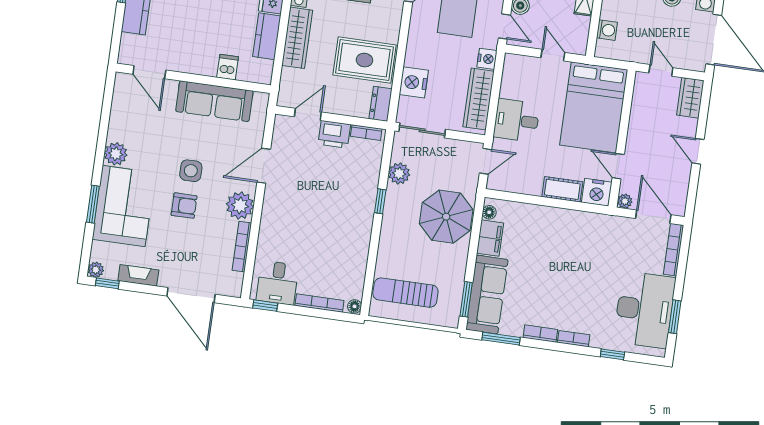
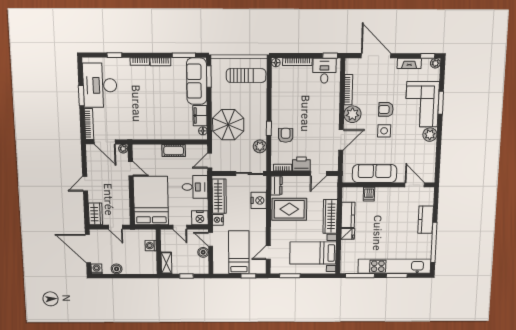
door: (698, 151) -> (85, 184), swing flipped
armchair: (354, 186) -> (286, 135), added
cot: (562, 189) -> (174, 151), moved
nightstand: (597, 192) -> (200, 218), moved, turned 180
window: (675, 317) -> (81, 96), moved

